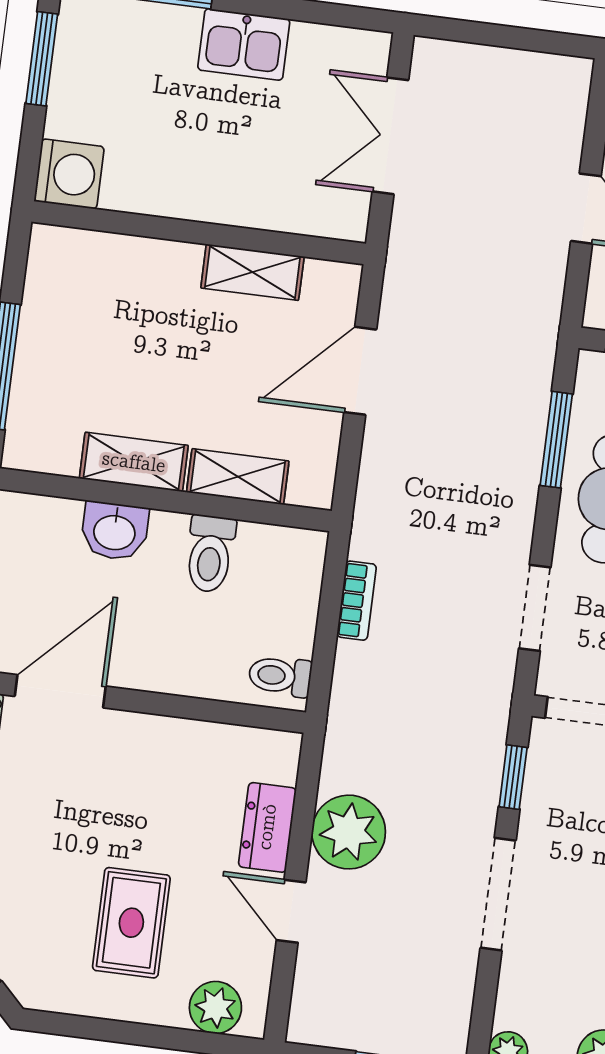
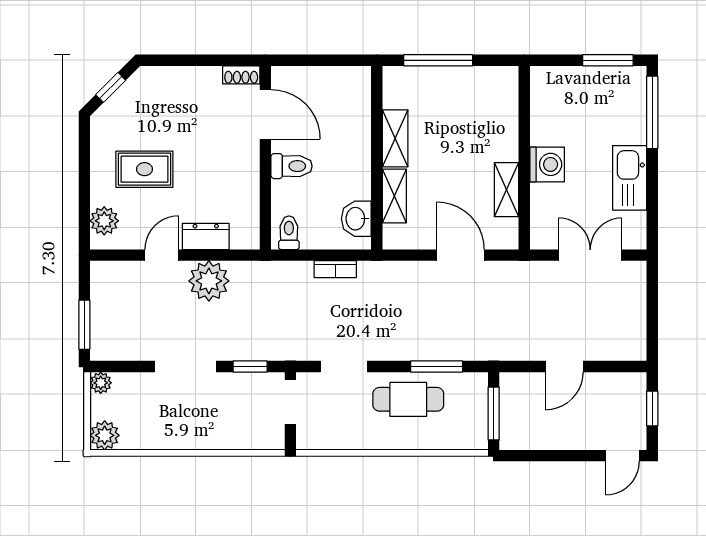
kitchen sink: (244, 44) -> (630, 178), width x1.38
washing machine: (69, 174) -> (547, 164), moved, turned -90
washbasin: (115, 531) -> (356, 219), moved
toilet: (210, 554) -> (292, 166), moved, turned 180

